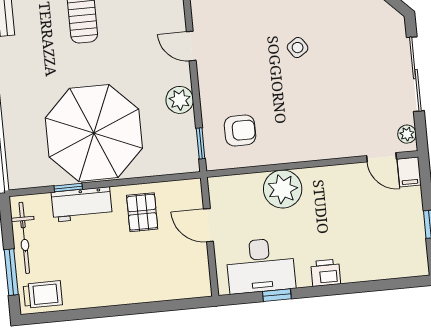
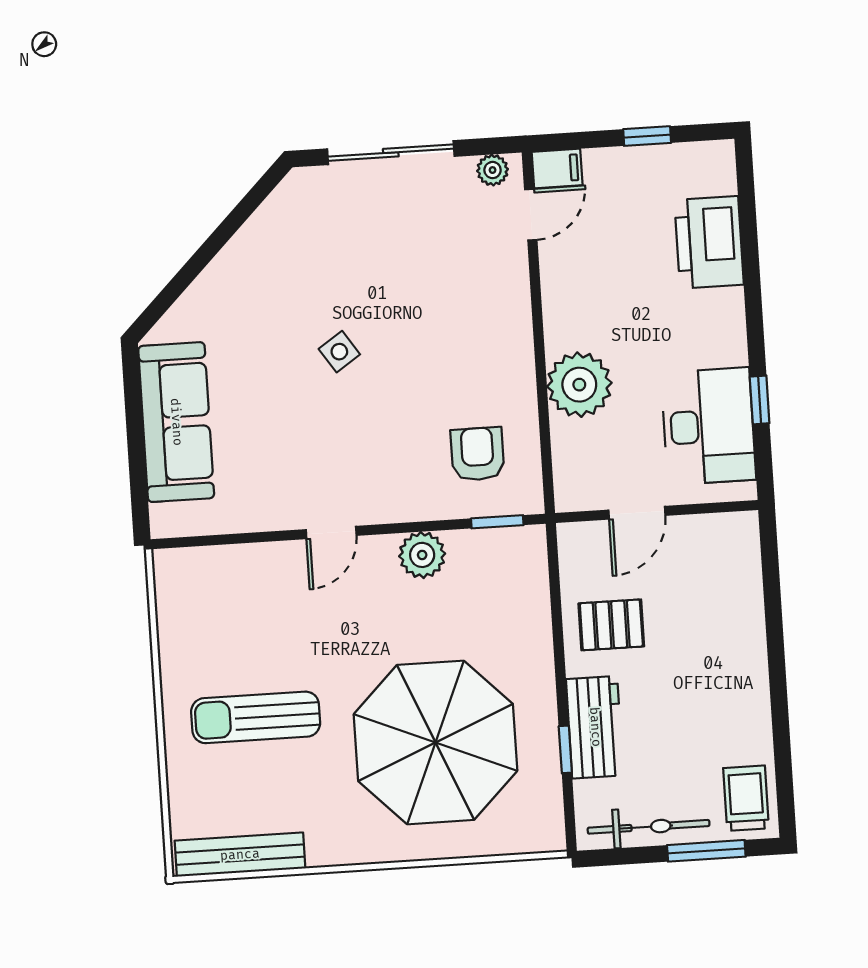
parasol: (94, 133) -> (436, 742), moved
printer: (326, 273) -> (709, 242), moved, width x1.87, depth x1.48

